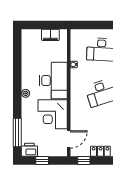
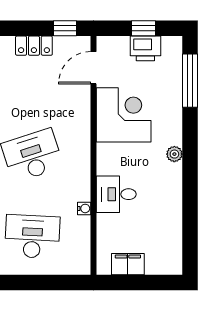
desk: (53, 81) -> (116, 194), width x0.53, depth x0.77
printer: (29, 150) -> (145, 48), moved

